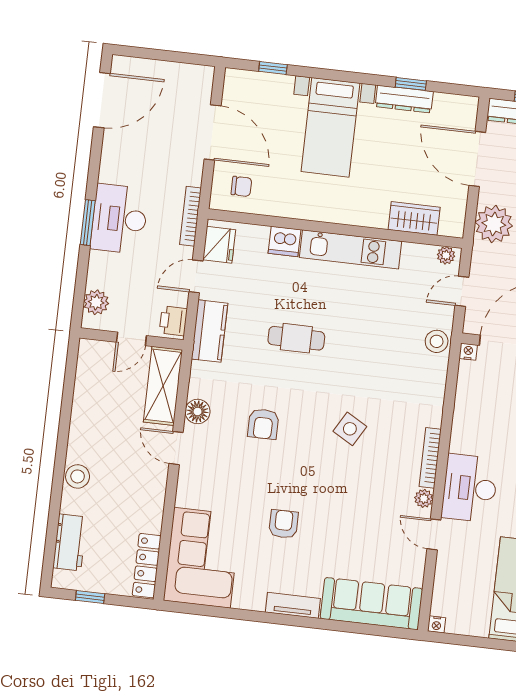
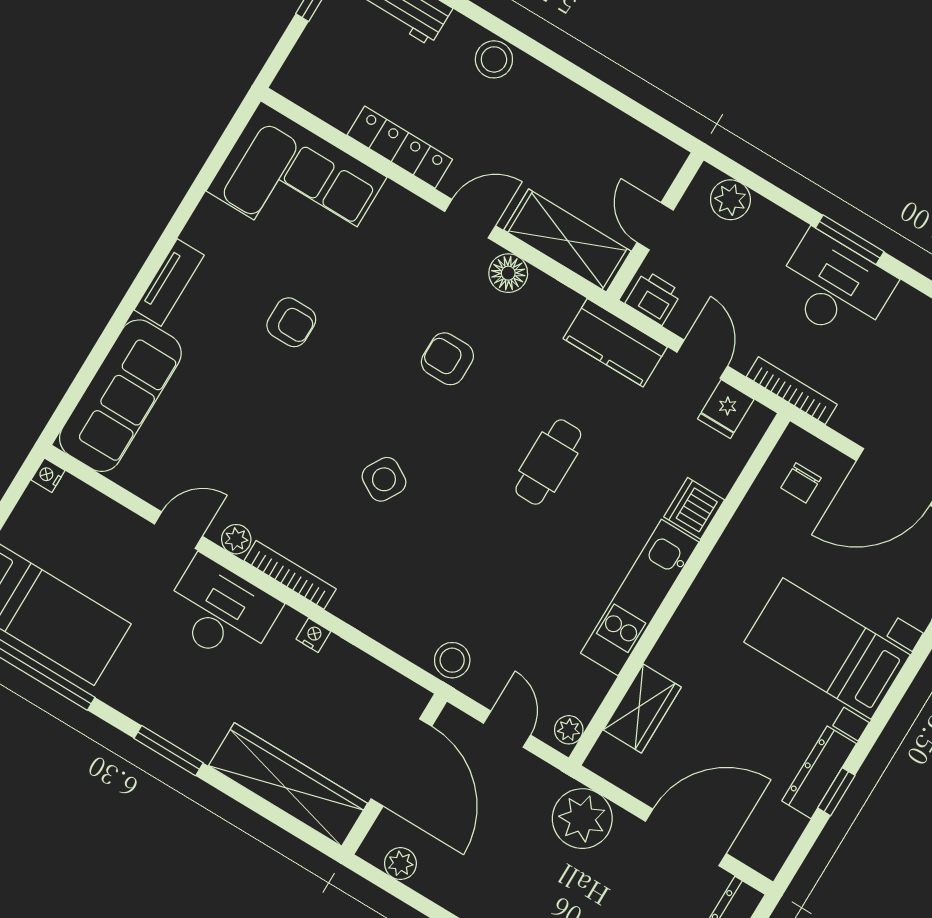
fridge: (219, 245) -> (726, 409), width x0.72
nightstand: (468, 352) -> (313, 635), moved, turned -90
locker: (147, 566) -> (400, 147), moved

